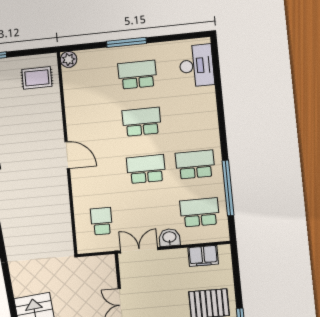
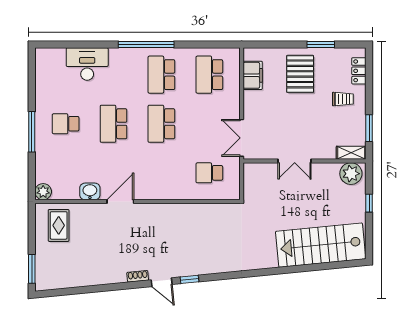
desk: (197, 66) -> (87, 64), moved
school desk: (137, 75) -> (66, 124), width x0.54
door: (67, 155) -> (120, 201), moved
window: (228, 188) -> (146, 44), moved
washbasin: (169, 237) -> (90, 191), moved, turned 90

